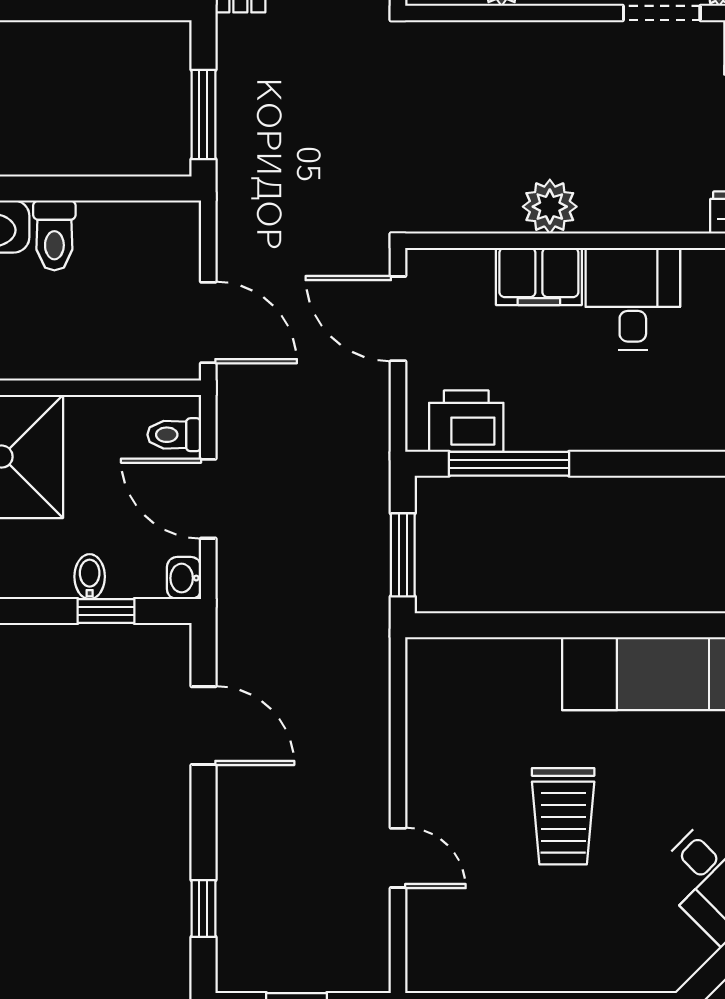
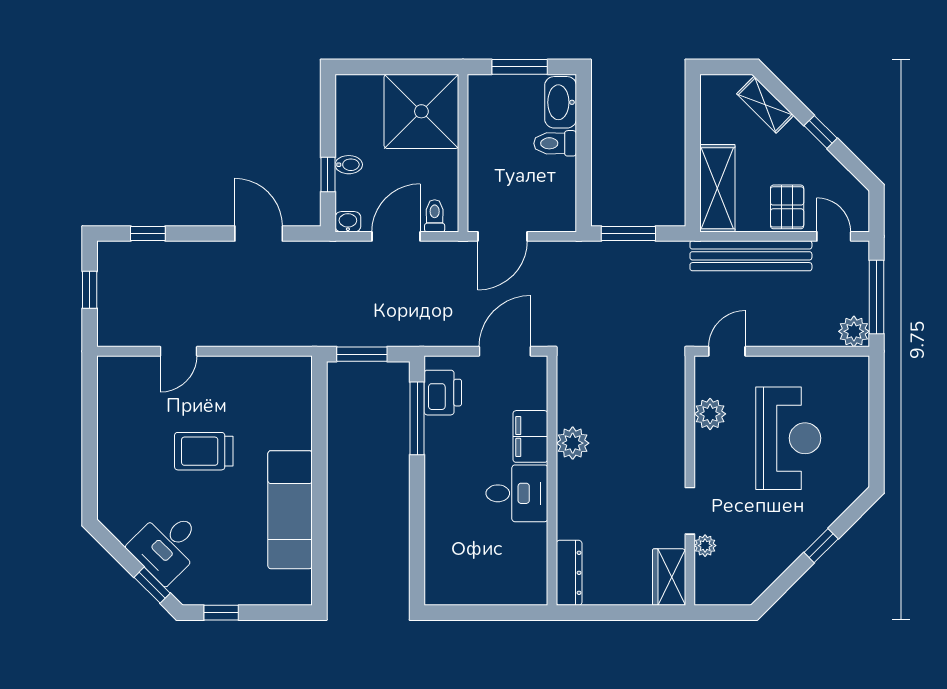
door: (203, 726) -> (259, 233), swing flipped

